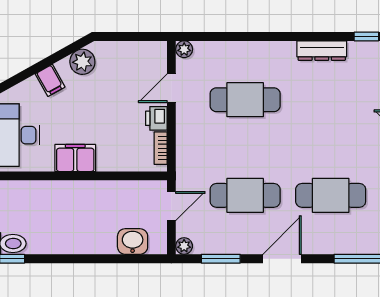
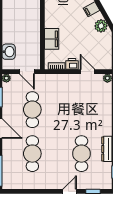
cafe table: (245, 100) -> (81, 154), moved
filing cabinet: (75, 158) -> (52, 39), moved

